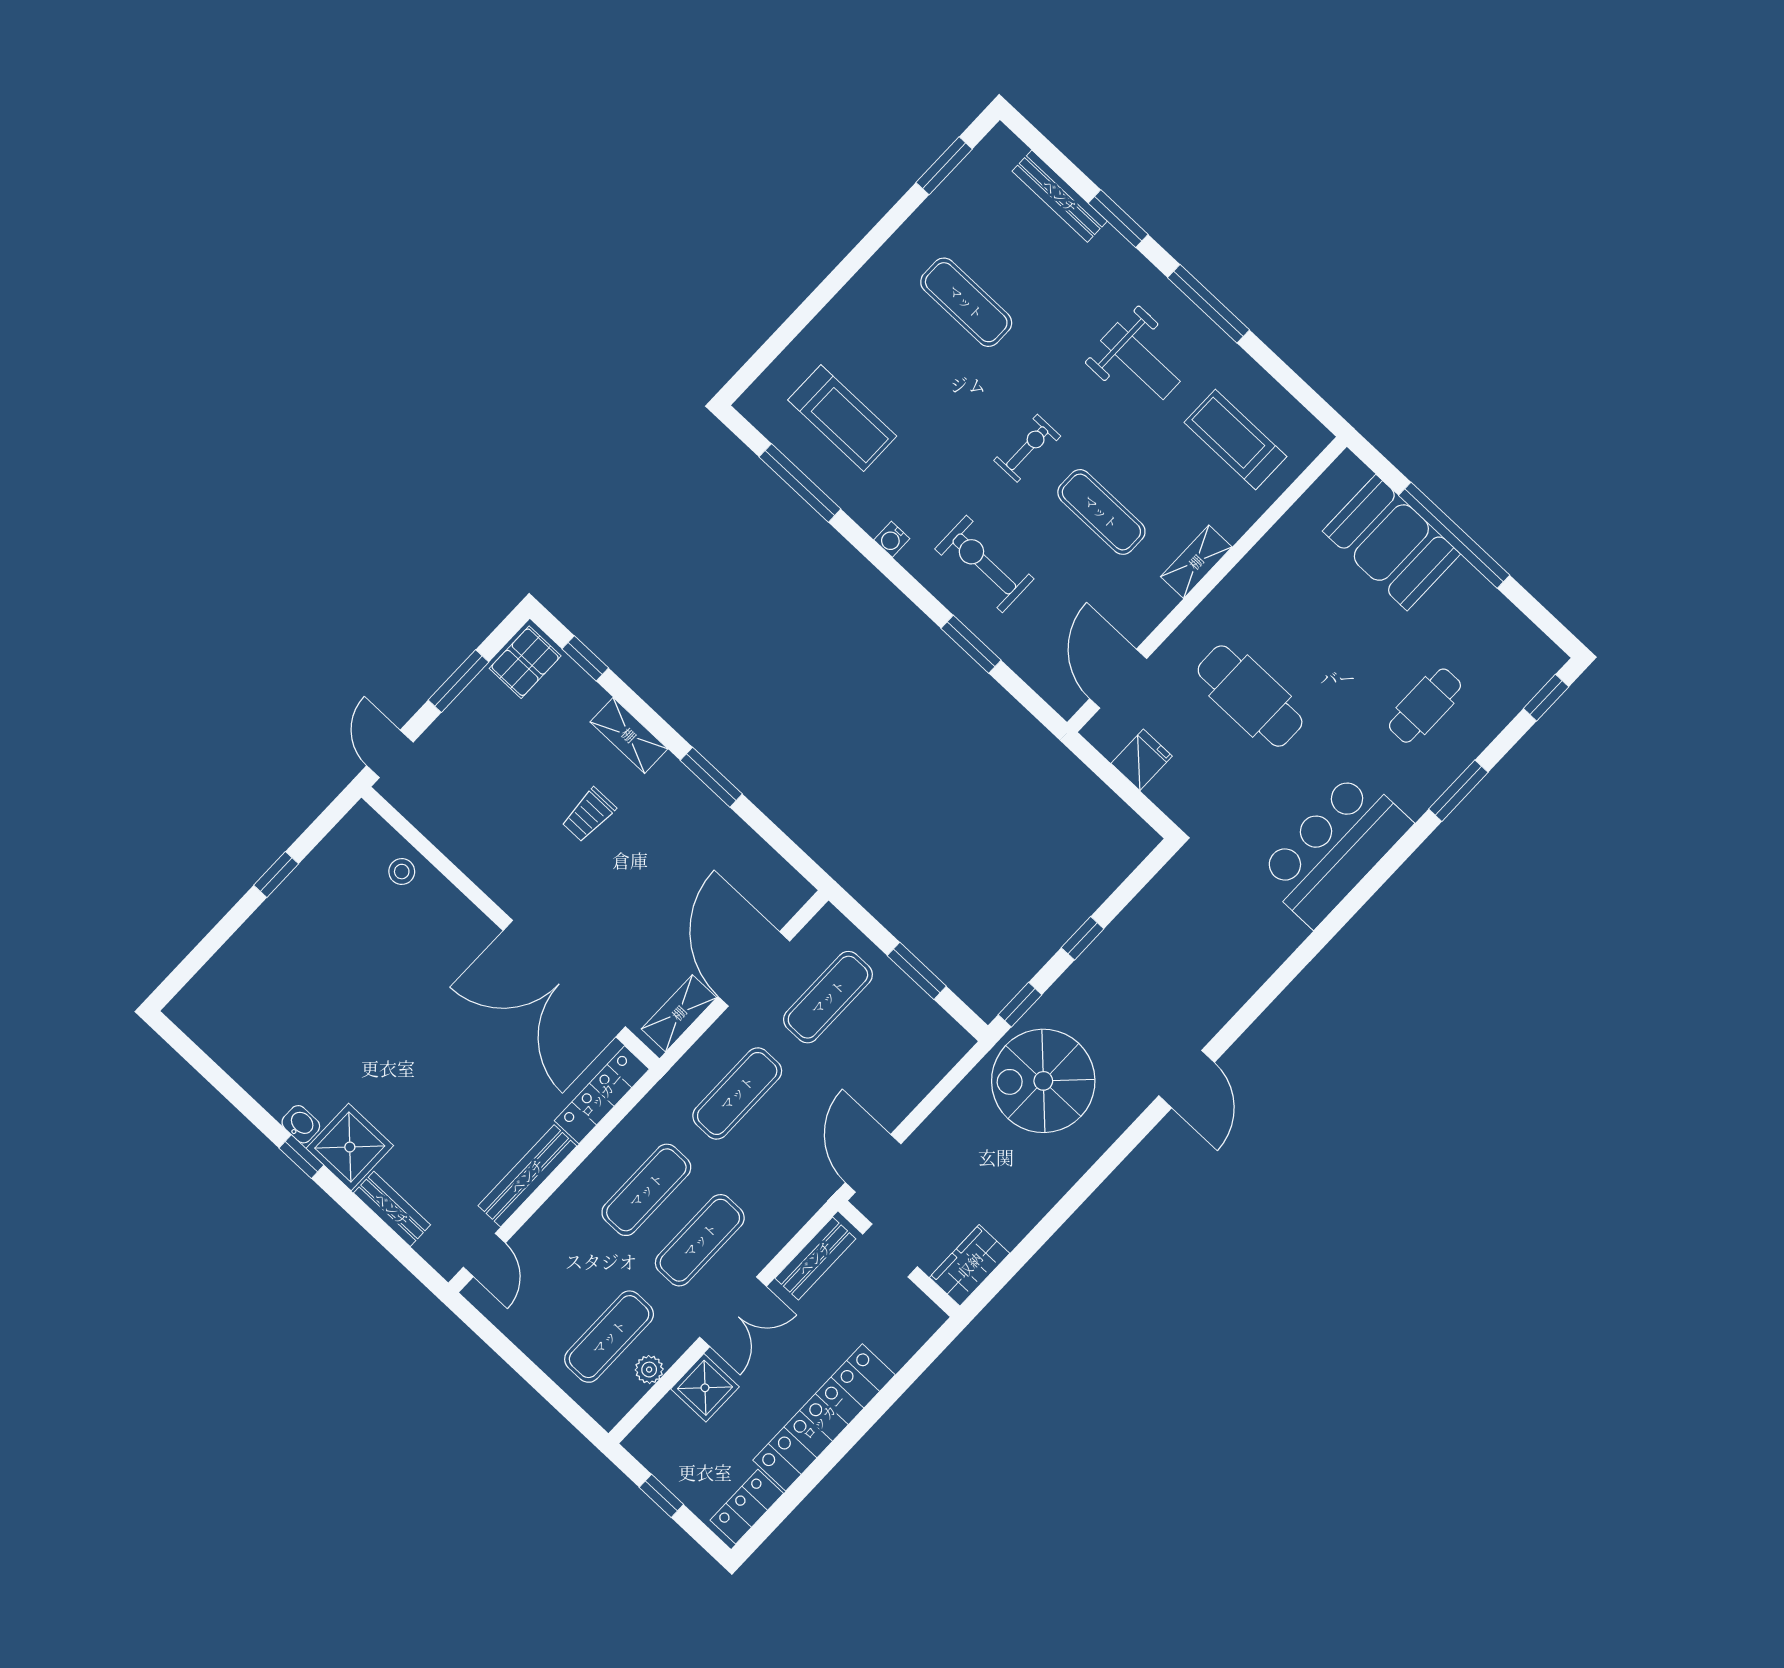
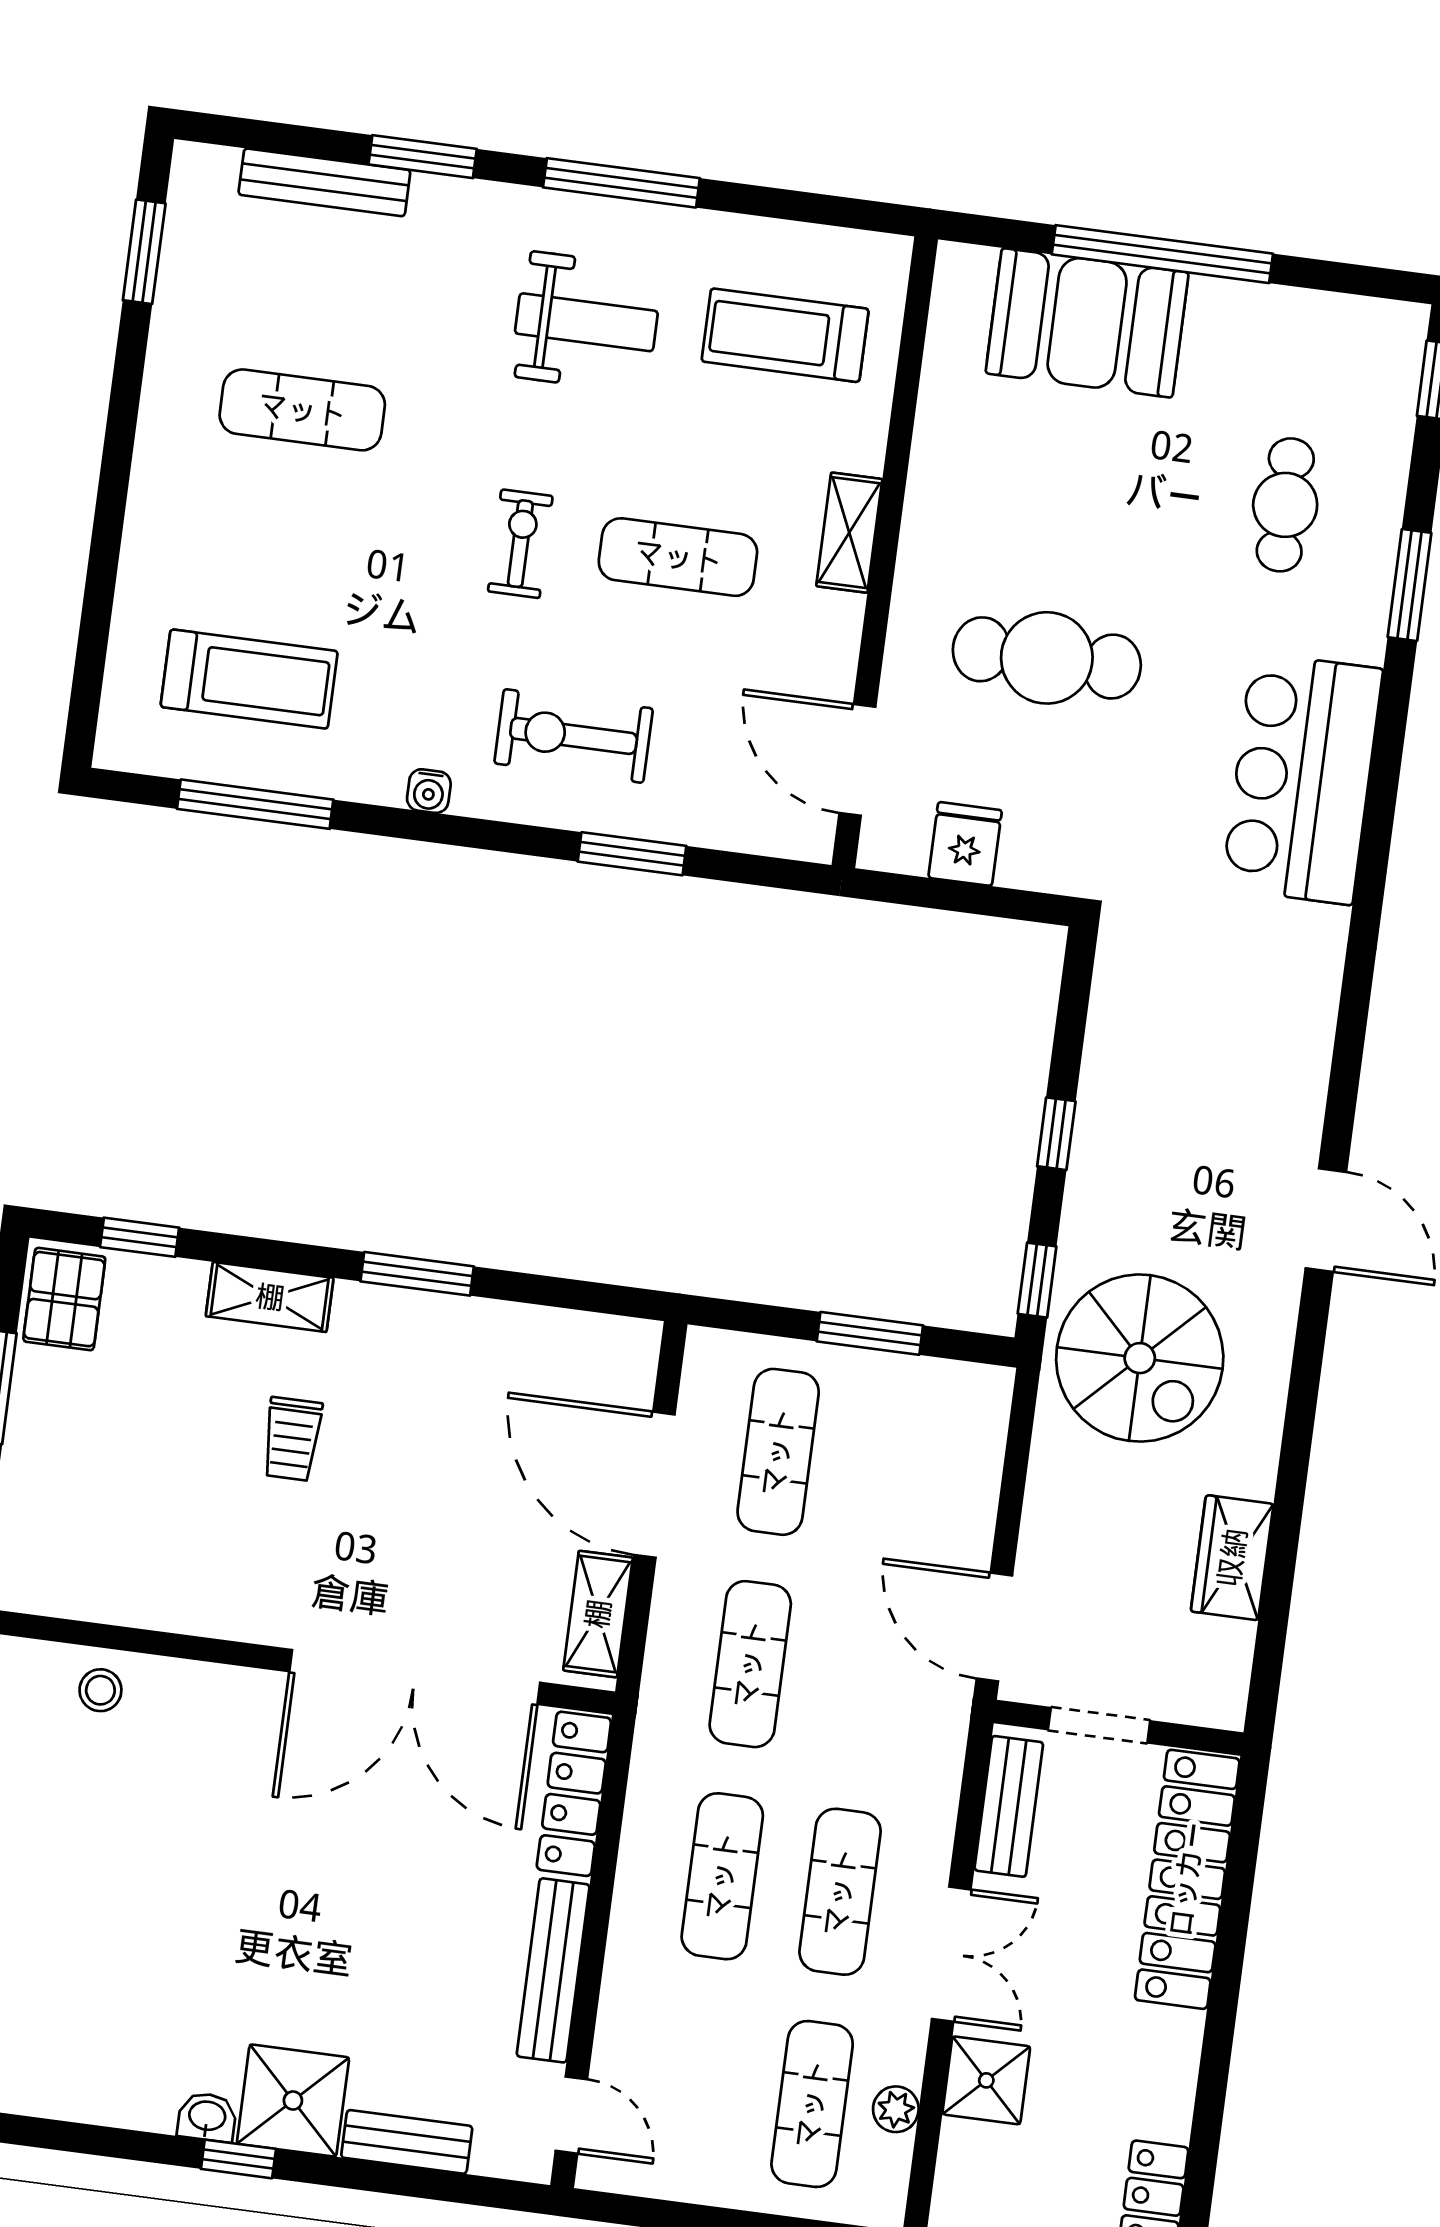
spiral stairs: (1043, 1081) -> (1140, 1358), turned -90
wardrobe: (970, 1265) -> (1232, 1558), moved
locker: (824, 1417) -> (1187, 1879), moved

